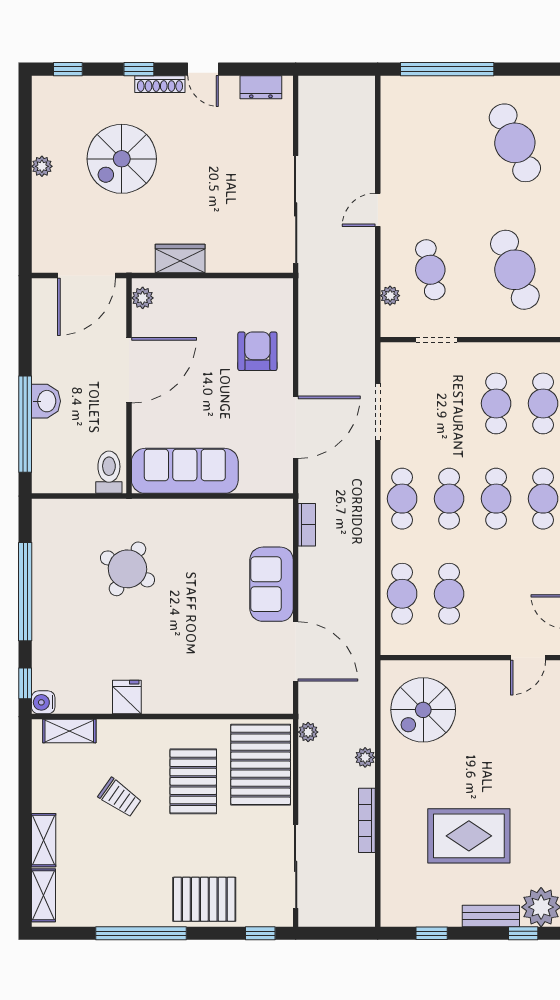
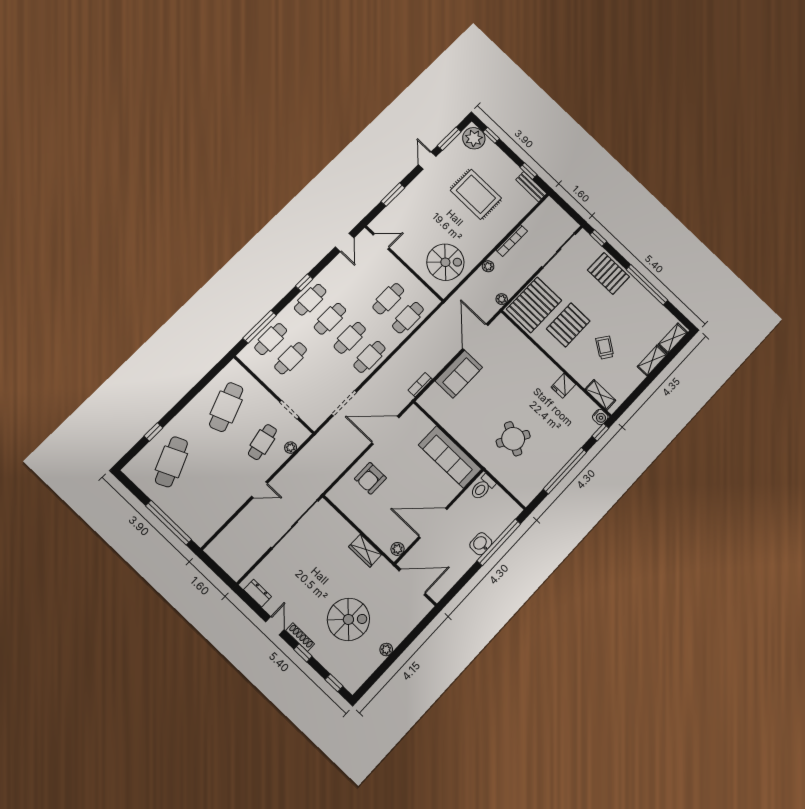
bench: (491, 916) -> (531, 187), moved

